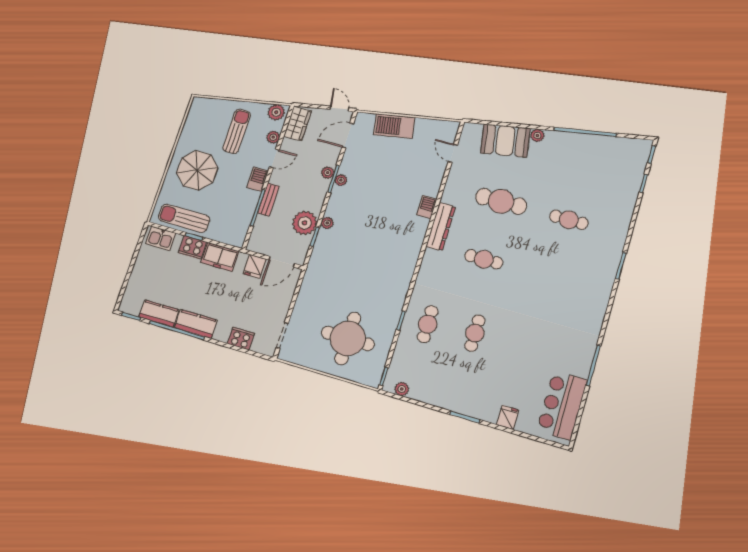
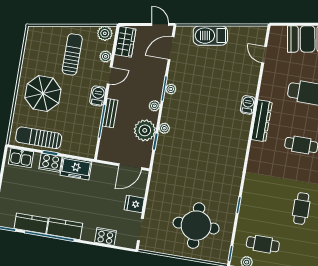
plant: (328, 173) -> (154, 106), moved
fridge: (255, 266) -> (134, 204), moved, turned 90
cafe table: (428, 324) -> (263, 244), moved, turned 90

